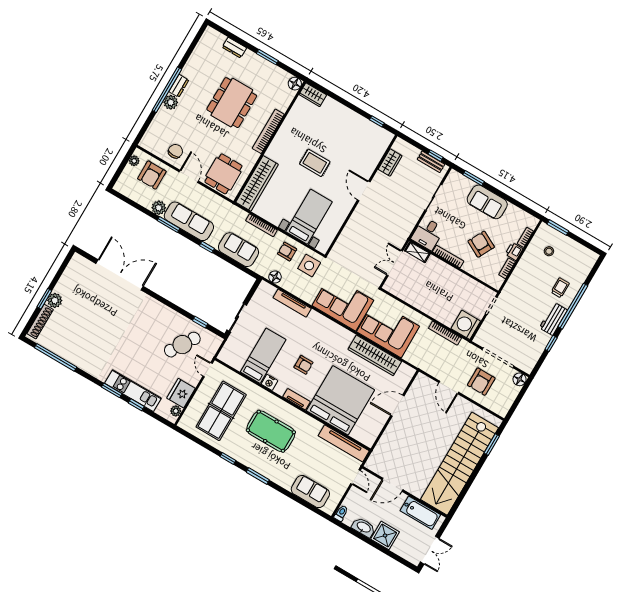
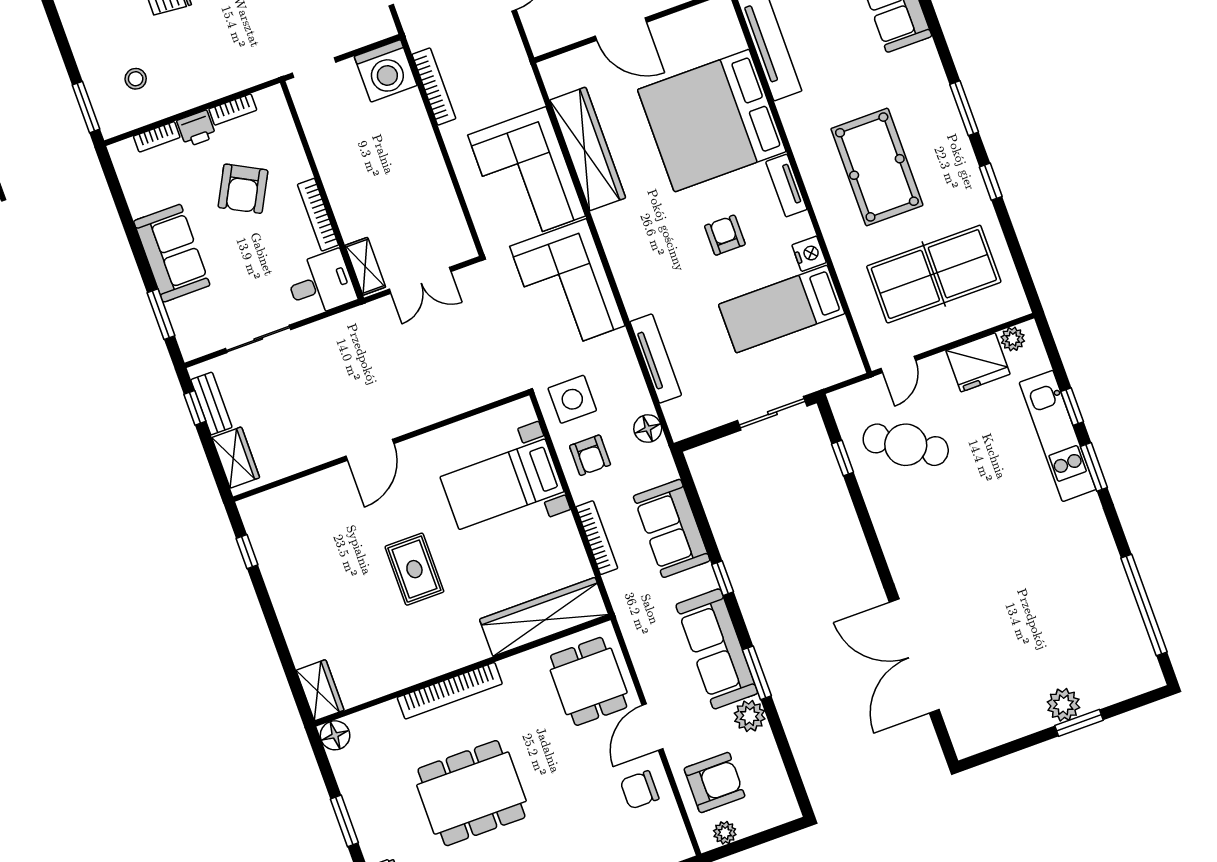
wardrobe: (390, 162) -> (236, 458), moved, turned 90
dining table: (223, 174) -> (589, 681), turned 90
shoe rack: (40, 322) -> (1119, 689), removed

